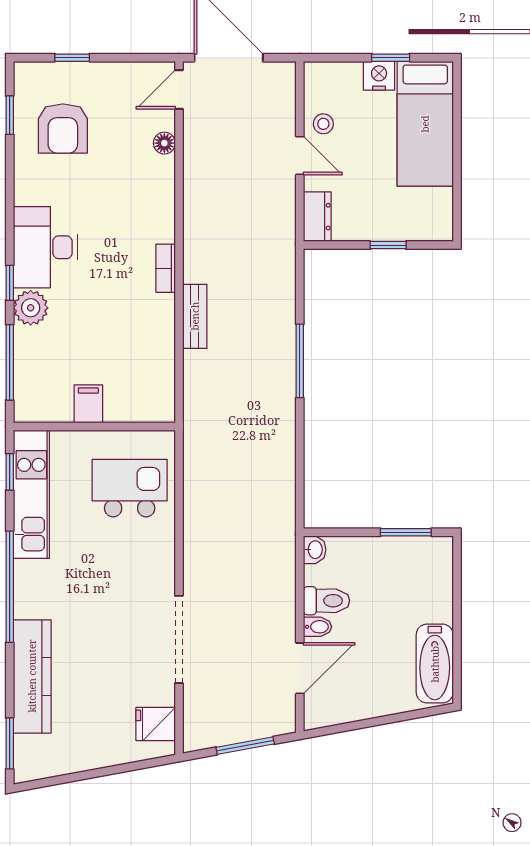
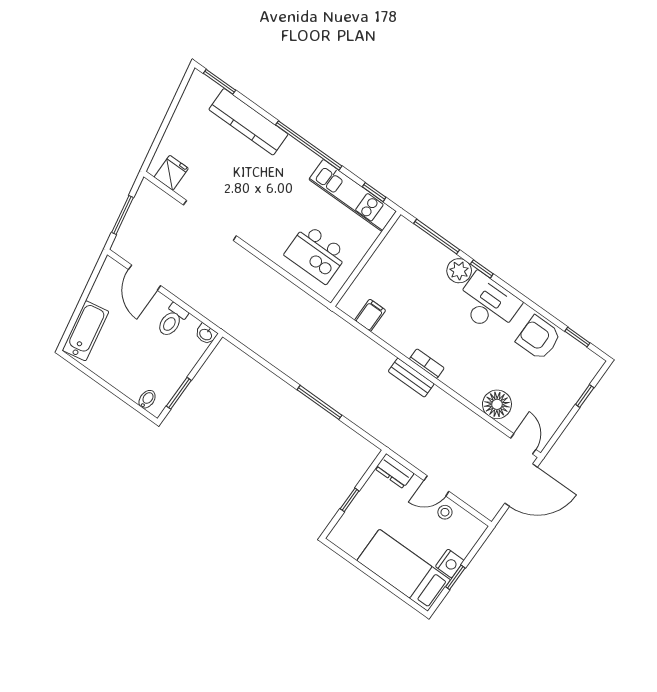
armchair: (63, 128) -> (539, 338), moved
floor lamp: (164, 143) -> (497, 404), width x1.89, depth x1.89
bench: (195, 316) -> (411, 378), moved
filing cabinet: (88, 404) -> (370, 315), moved, turned -90
kitchen island: (130, 488) -> (316, 254), turned 90
bidet: (318, 627) -> (147, 399), moved, turned 180
bathtub: (435, 664) -> (86, 331), moved, turned 80

